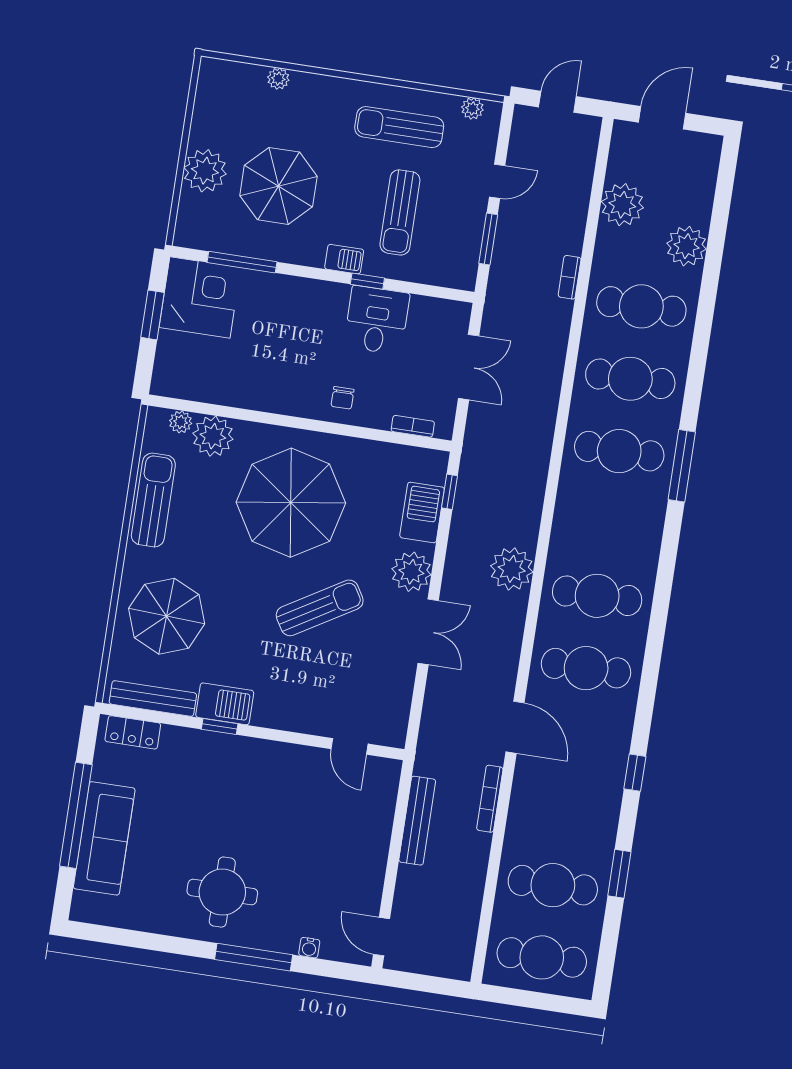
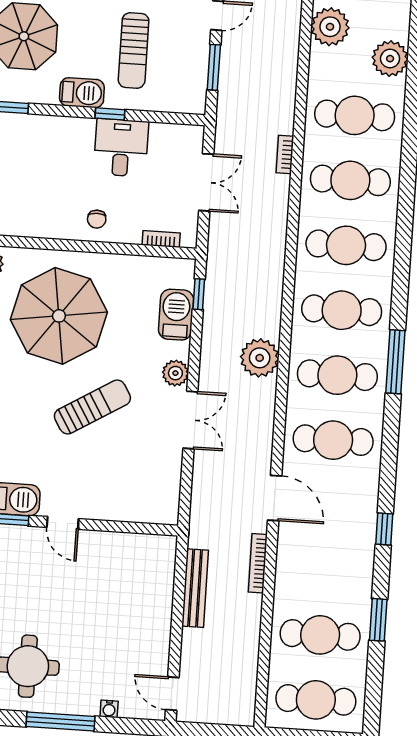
barbecue: (344, 259) -> (82, 93), width x1.38, depth x1.27
bookcase: (570, 277) -> (285, 155), moved
window: (682, 466) -> (395, 362), moved
cafe table: (608, 523) -> (342, 310), added
plant: (411, 572) -> (175, 373), width x0.73, depth x0.73
door: (349, 746) -> (63, 523), moved

